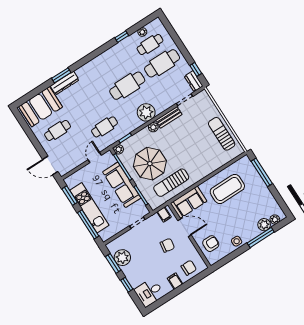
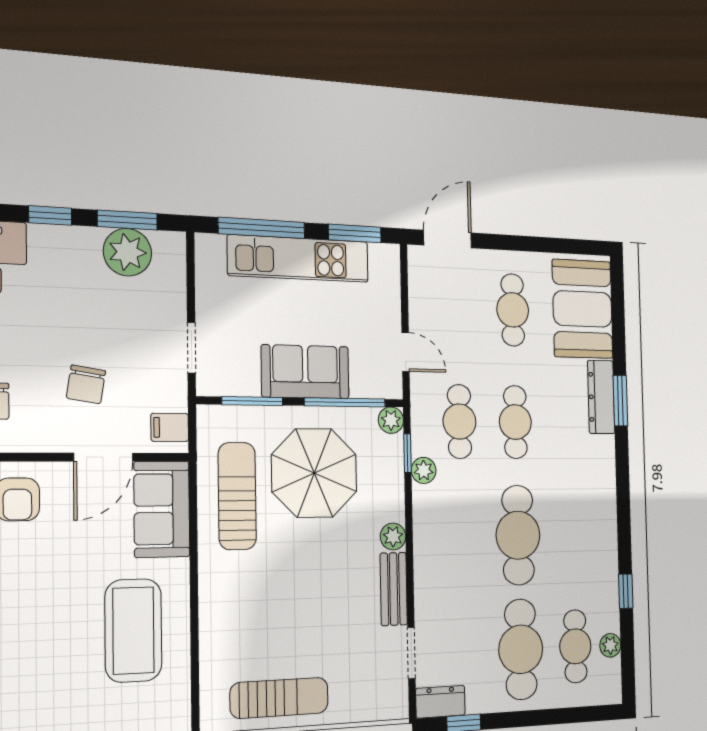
cafe table: (92, 108) -> (515, 422), added
plant: (146, 112) -> (424, 470), moved, width x0.53, depth x0.53
sofa: (122, 185) -> (305, 372), width x0.73

